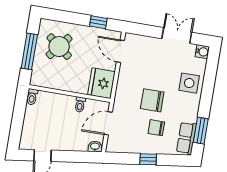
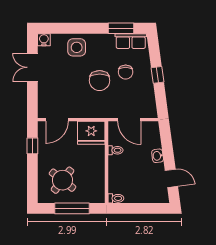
washbasin: (95, 147) -> (158, 156), moved

